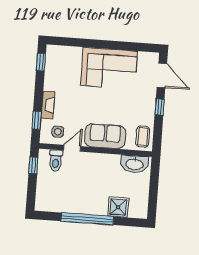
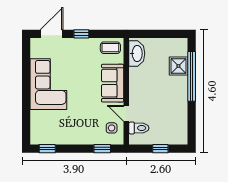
fireplace: (48, 105) -> (87, 139), removed
window: (33, 165) -> (160, 149), moved
window: (87, 219) -> (192, 76), moved

